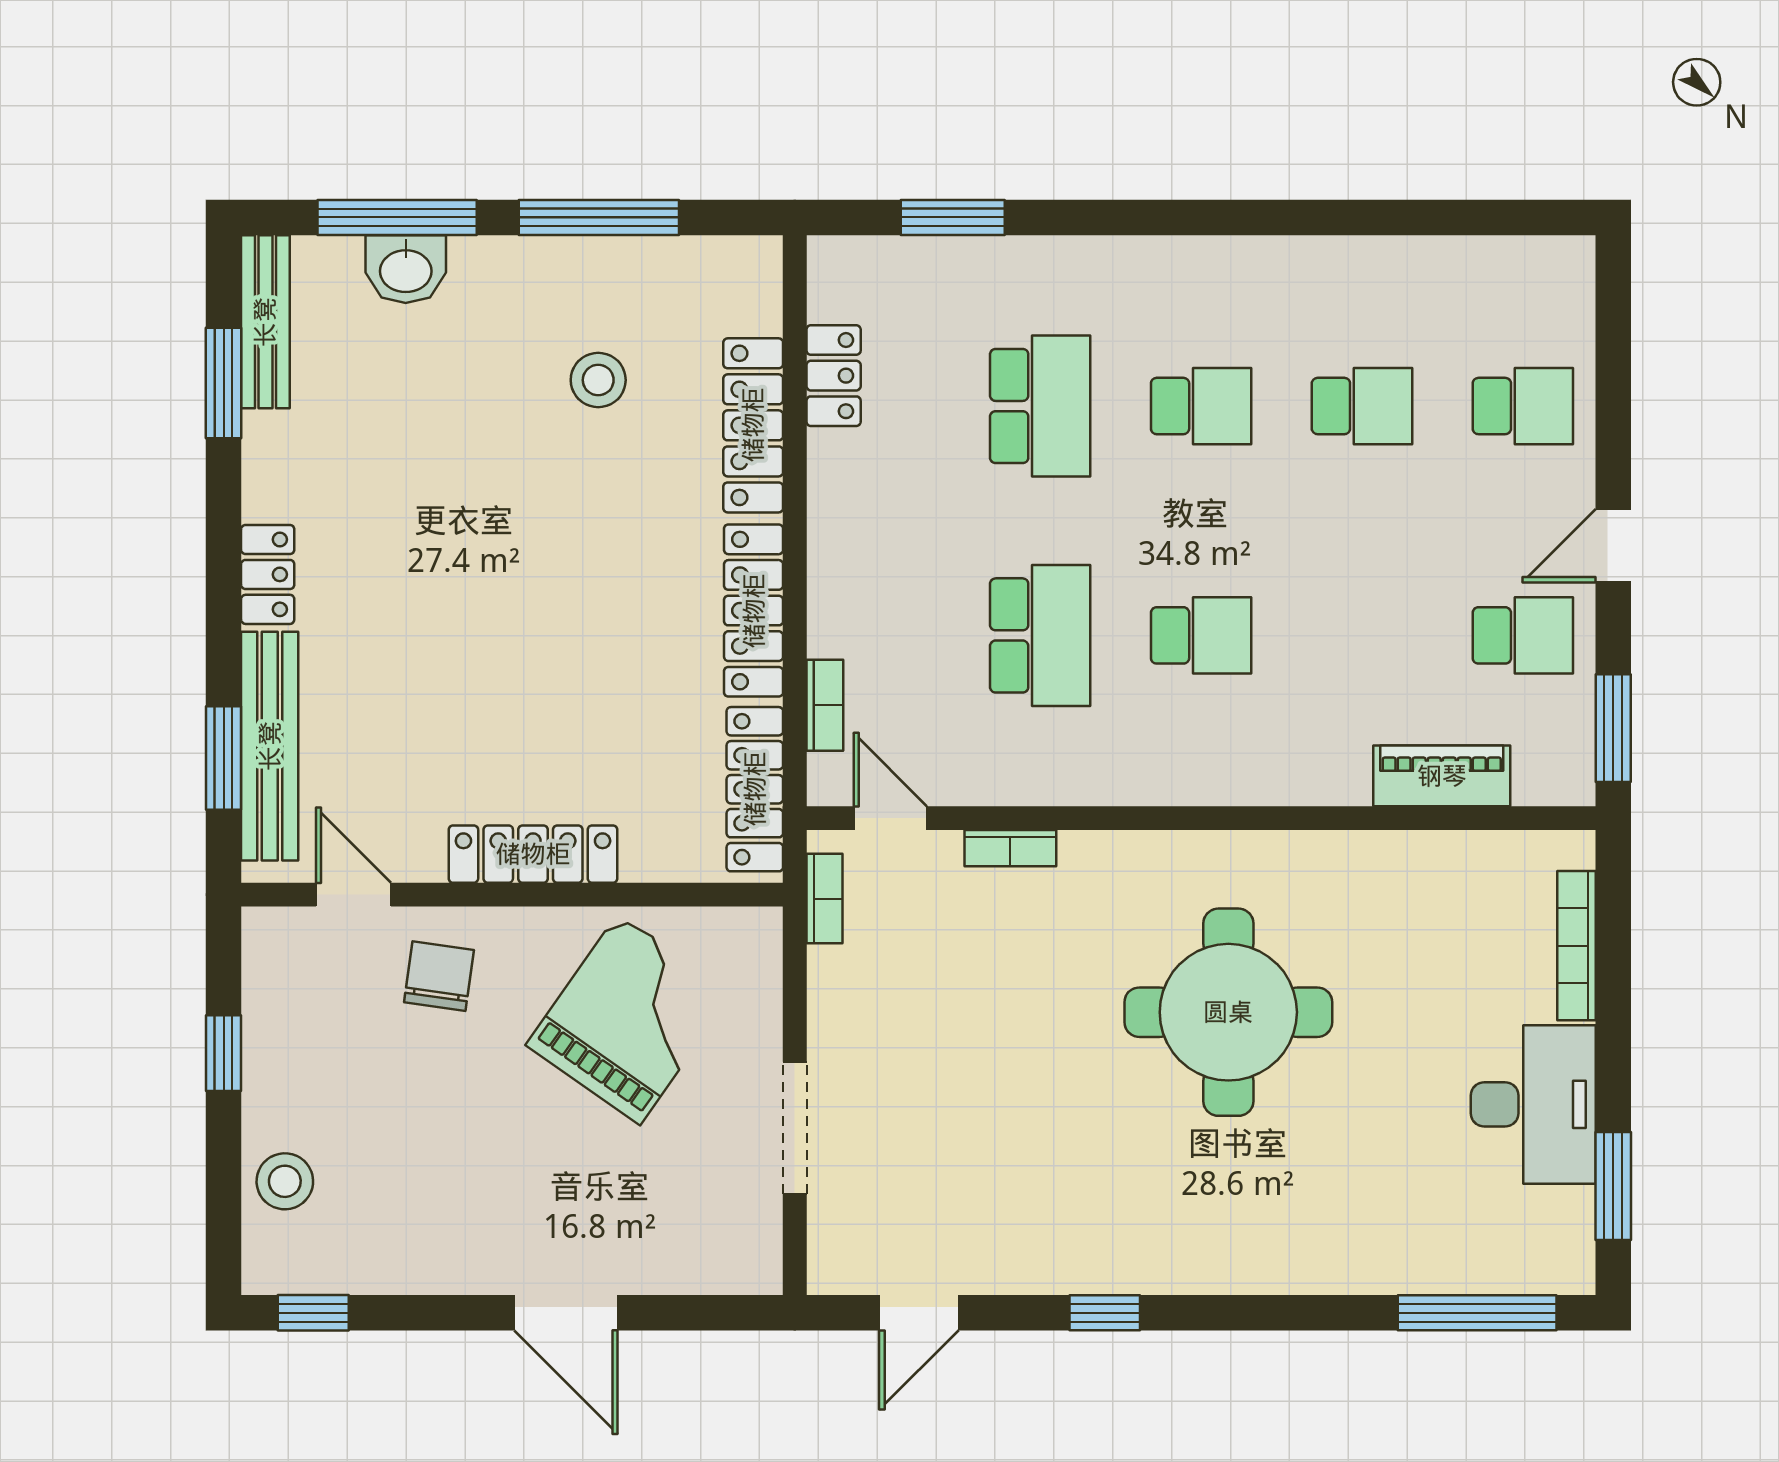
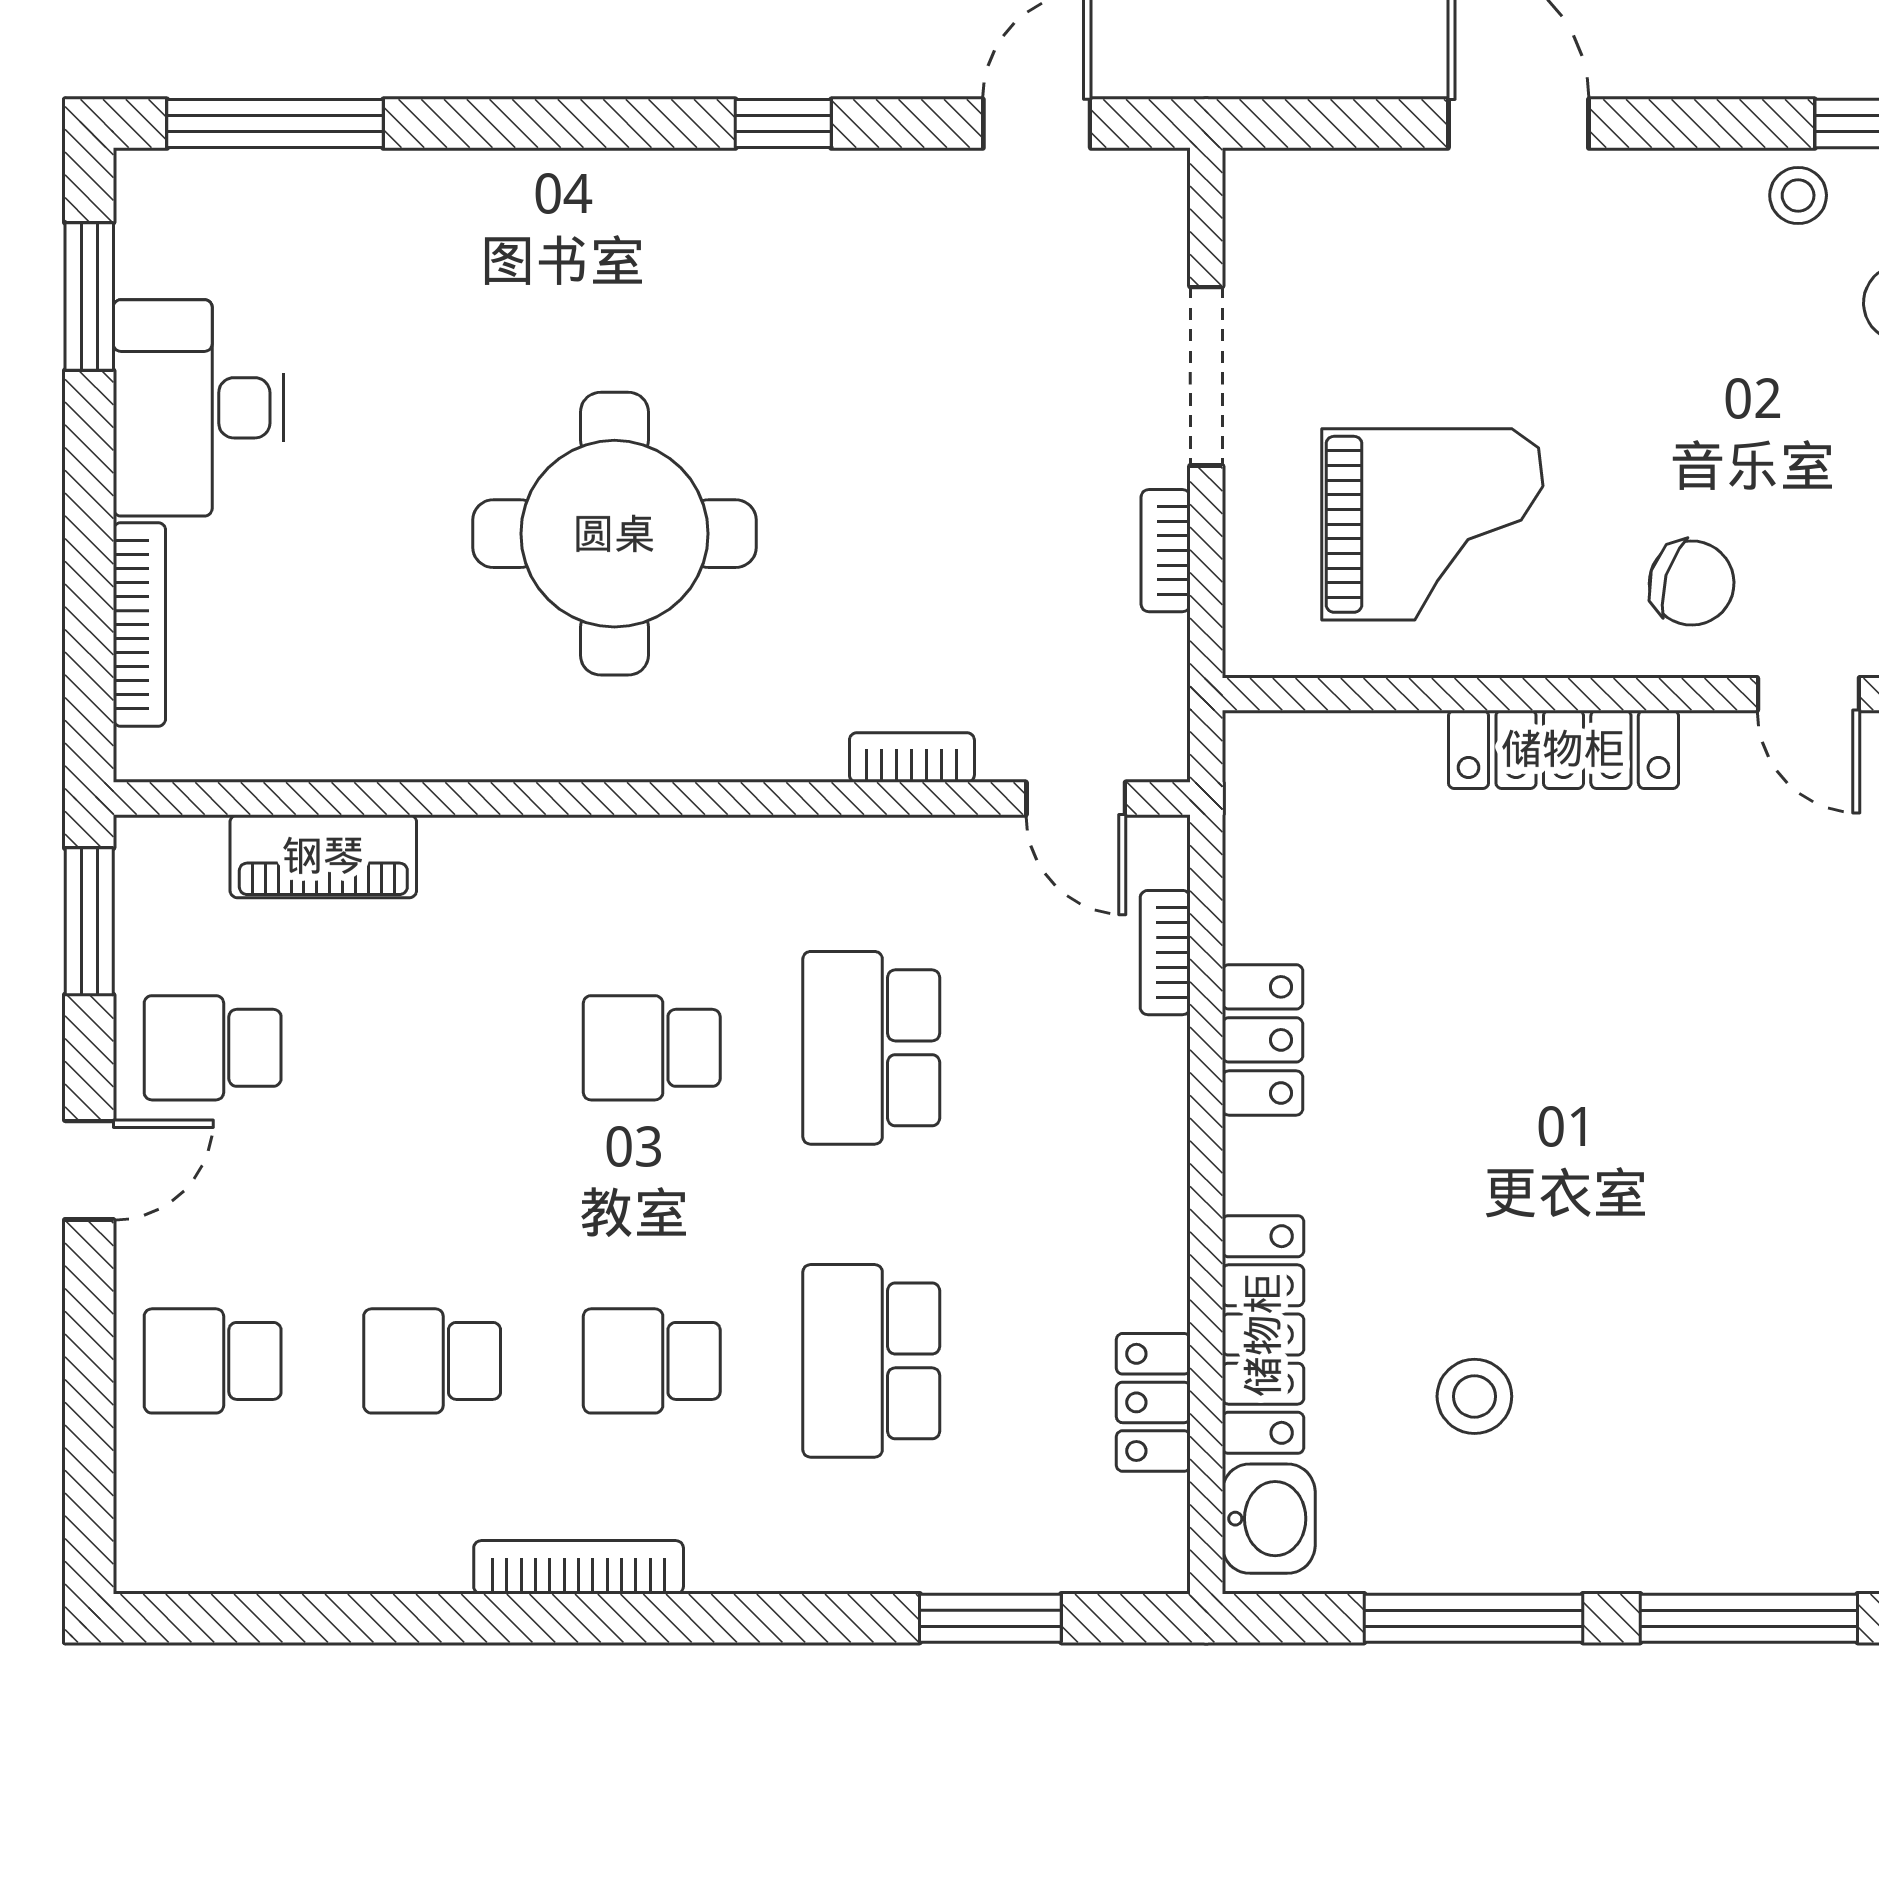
bookcase: (1255, 255) -> (579, 1567), added
washbasin: (406, 269) -> (1269, 1519), moved, turned 90
locker: (754, 611) -> (1262, 1040), width x0.66
locker: (755, 789) -> (1261, 838), removed
bookcase: (824, 899) -> (1166, 551), moved
chair: (439, 976) -> (1692, 583), turned -81
grand piano: (629, 1019) -> (1432, 524), turned -125
stool: (361, 1260) -> (1798, 195), added

